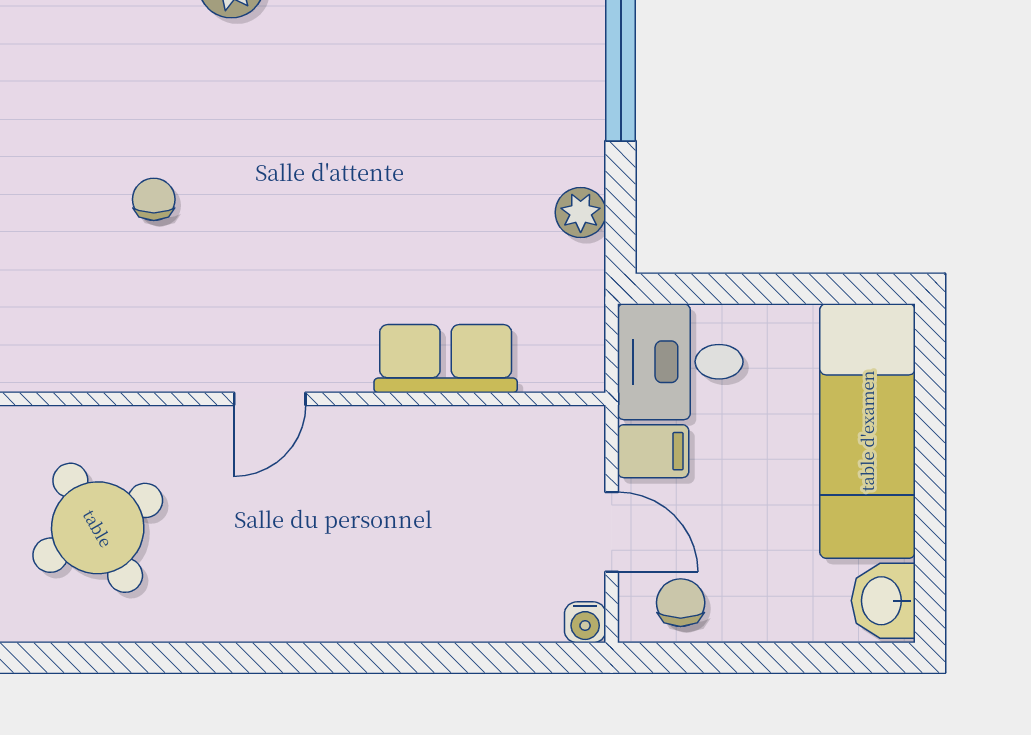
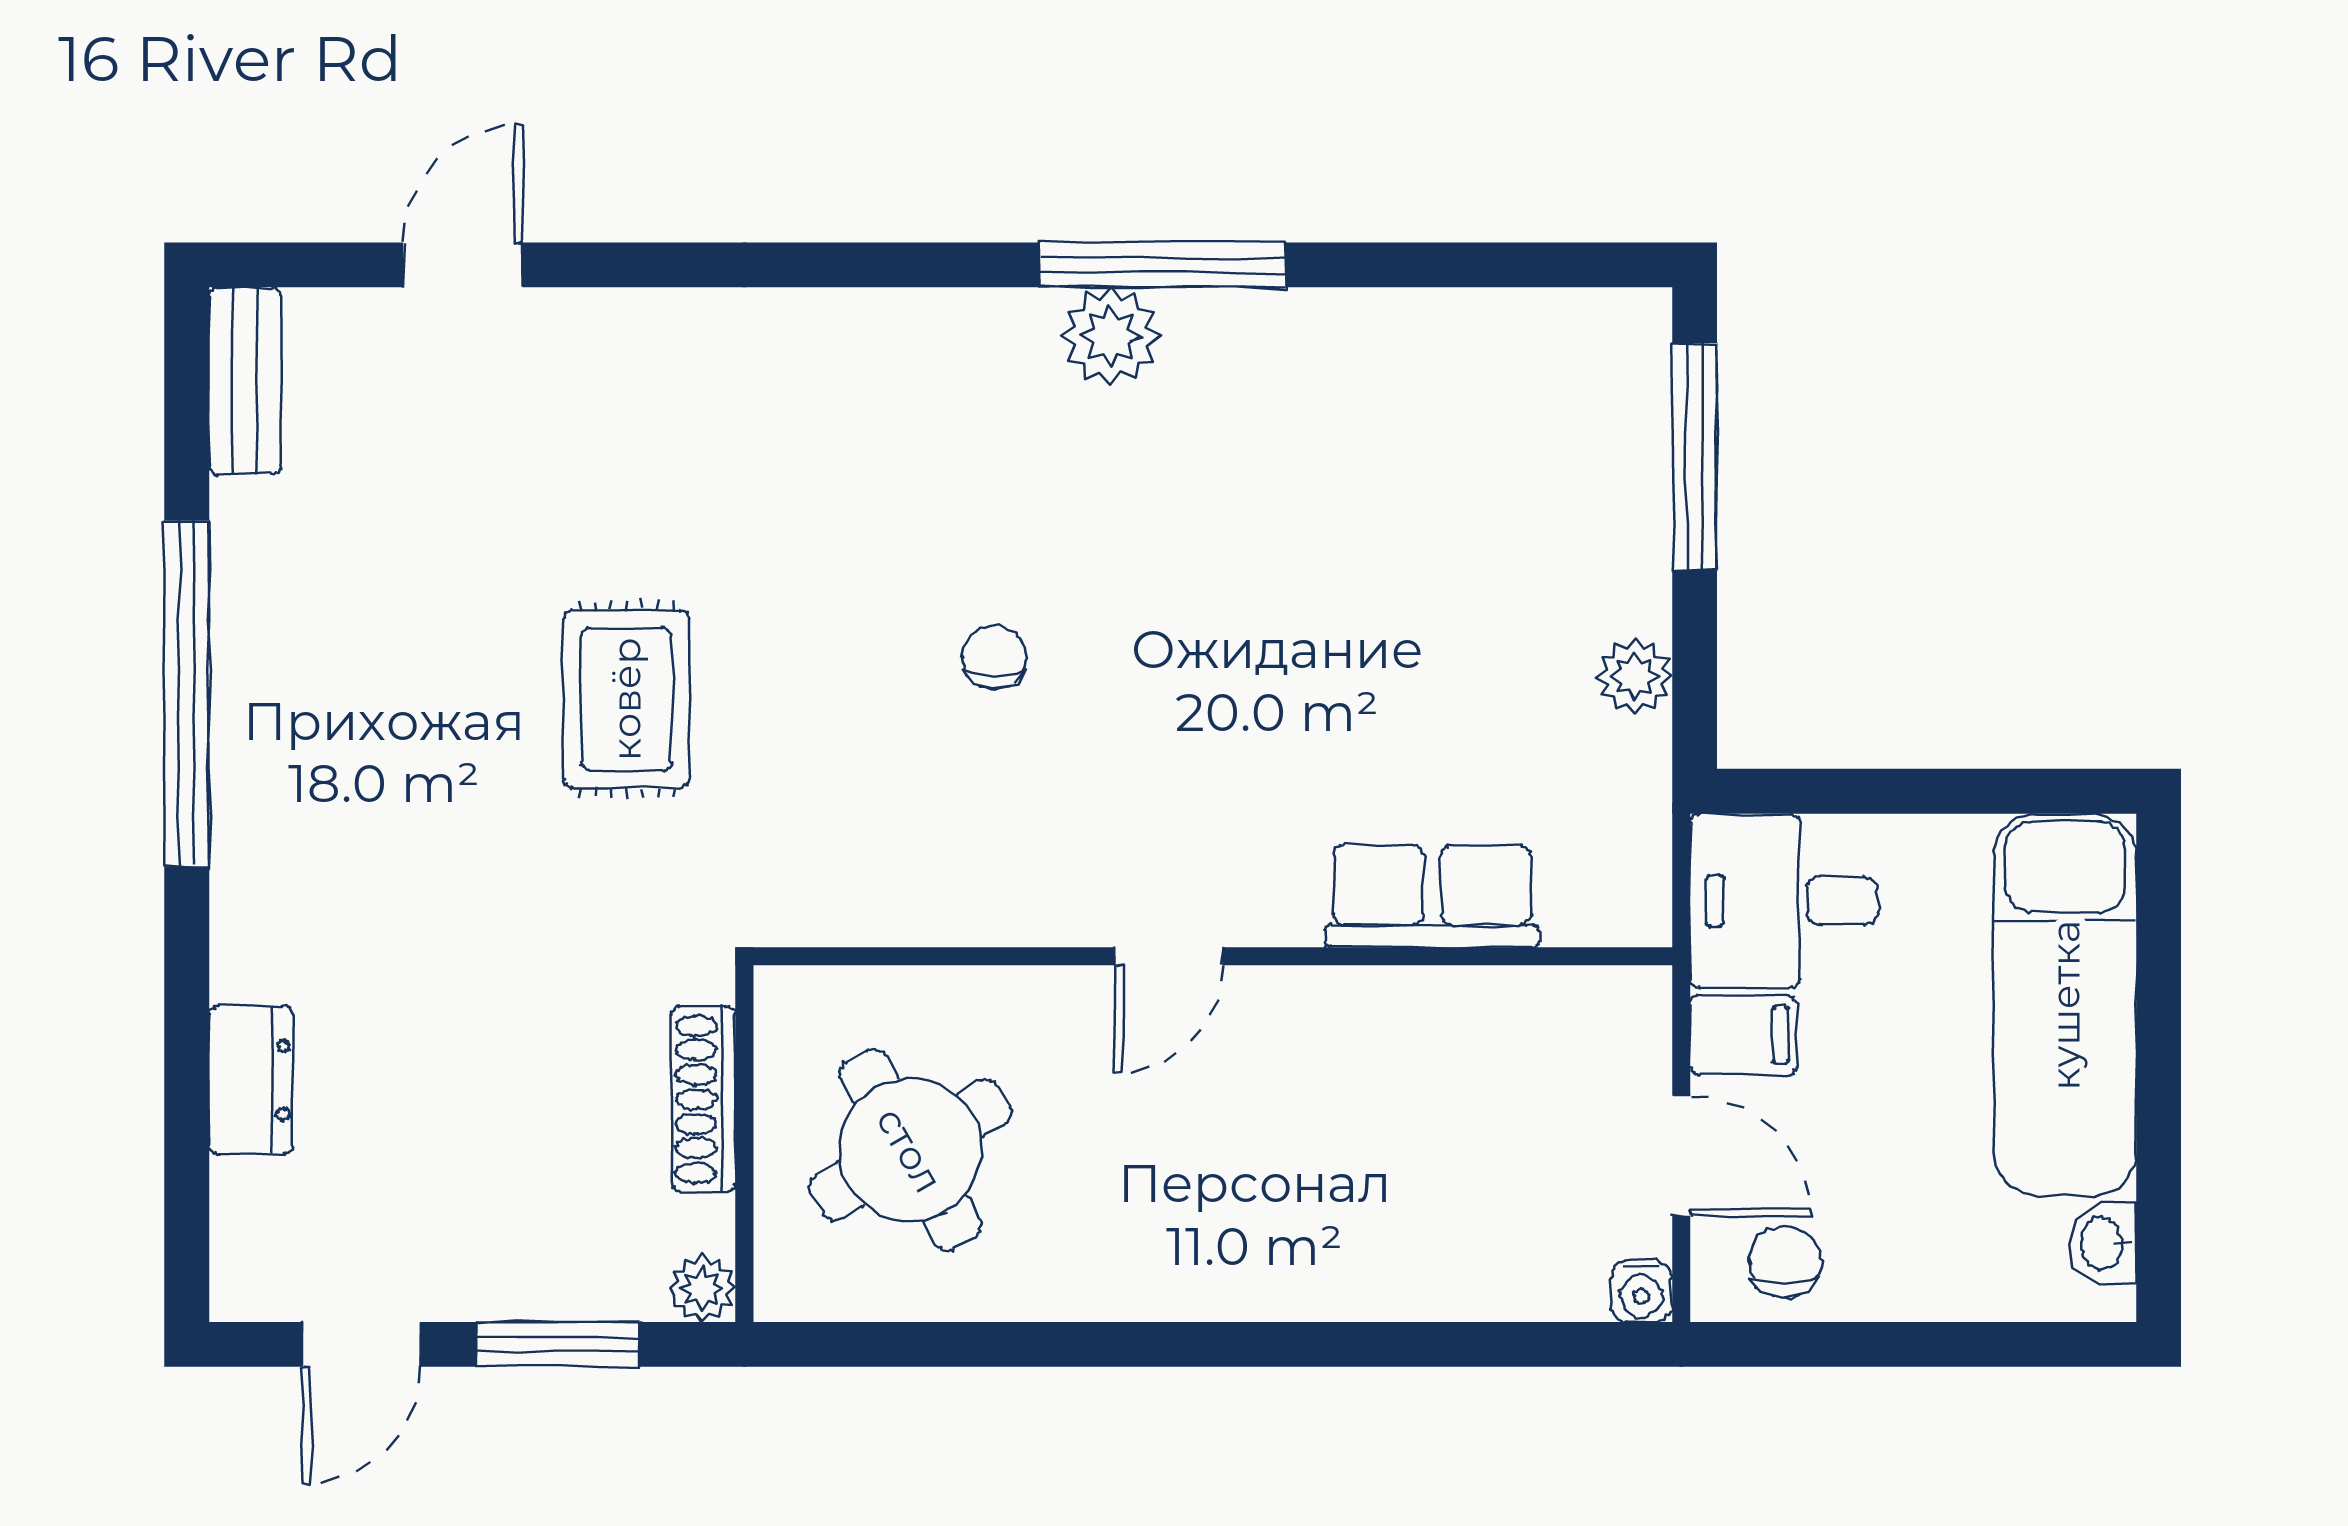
washbasin: (883, 601) -> (2103, 1243), width x0.72, depth x0.69

